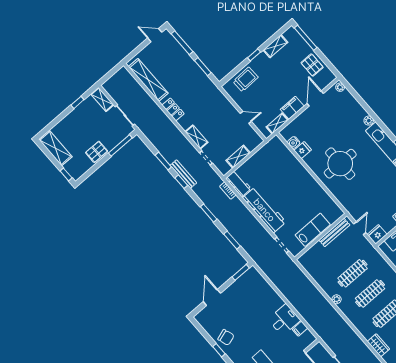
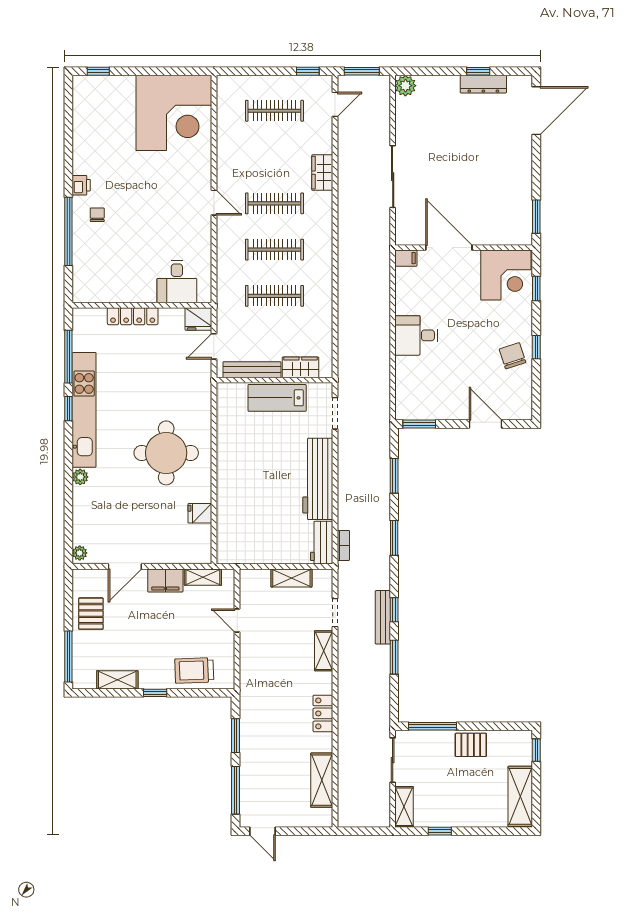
shelving: (148, 80) -> (322, 780), width x0.68
water cooler: (294, 142) -> (203, 534), removed
wardrobe: (314, 252) -> (300, 367), added
door: (212, 297) -> (485, 424), swing flipped
plant: (337, 299) -> (325, 280), removed
desk: (284, 320) -> (416, 335), moved
filing cabinet: (300, 329) -> (406, 258), moved

